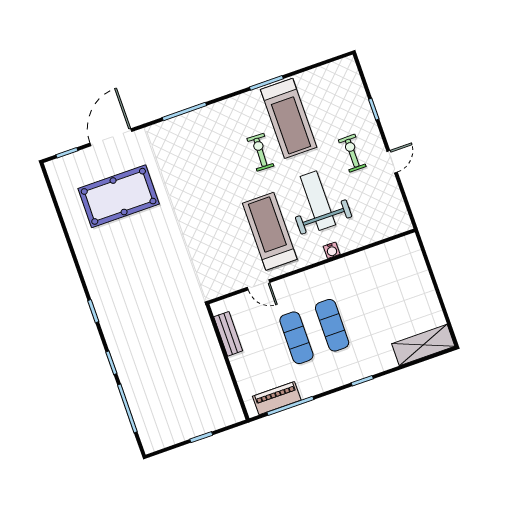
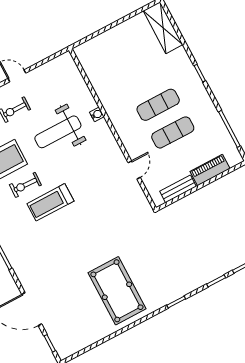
pool table: (119, 196) -> (117, 291), moved
treadmill: (270, 231) -> (50, 202), moved, width x0.73, depth x0.73
piano: (277, 398) -> (210, 170), moved, turned 90

